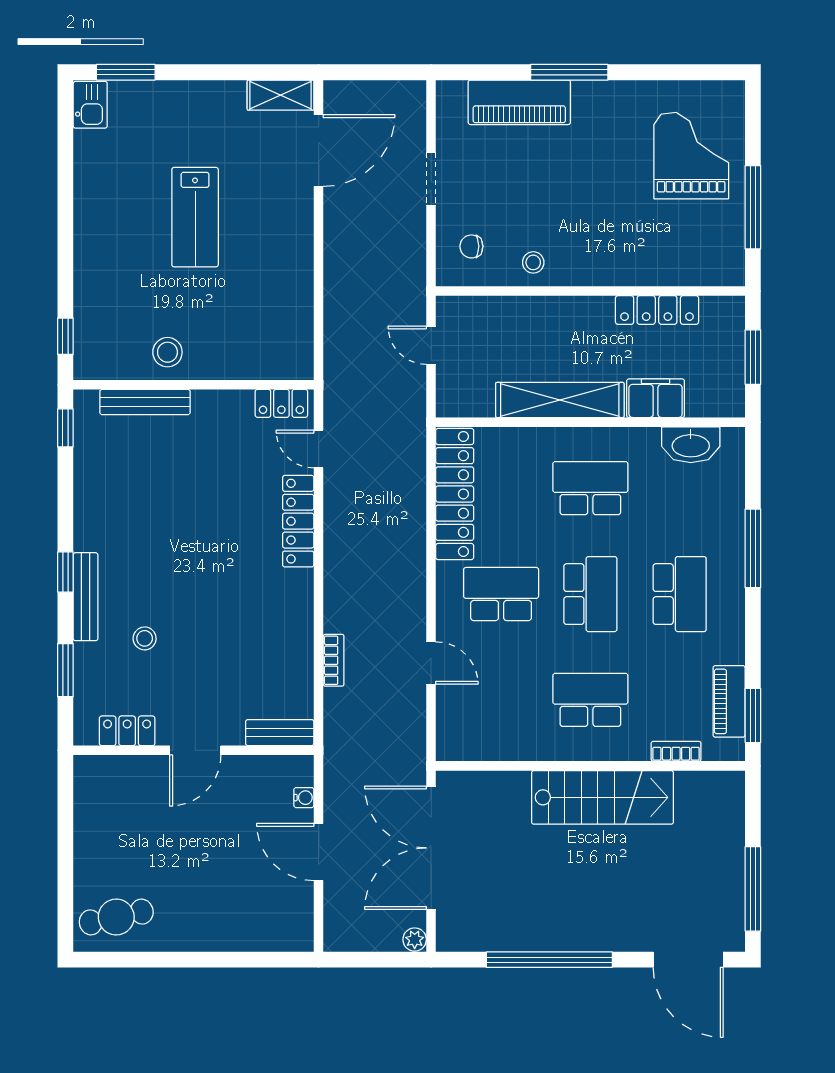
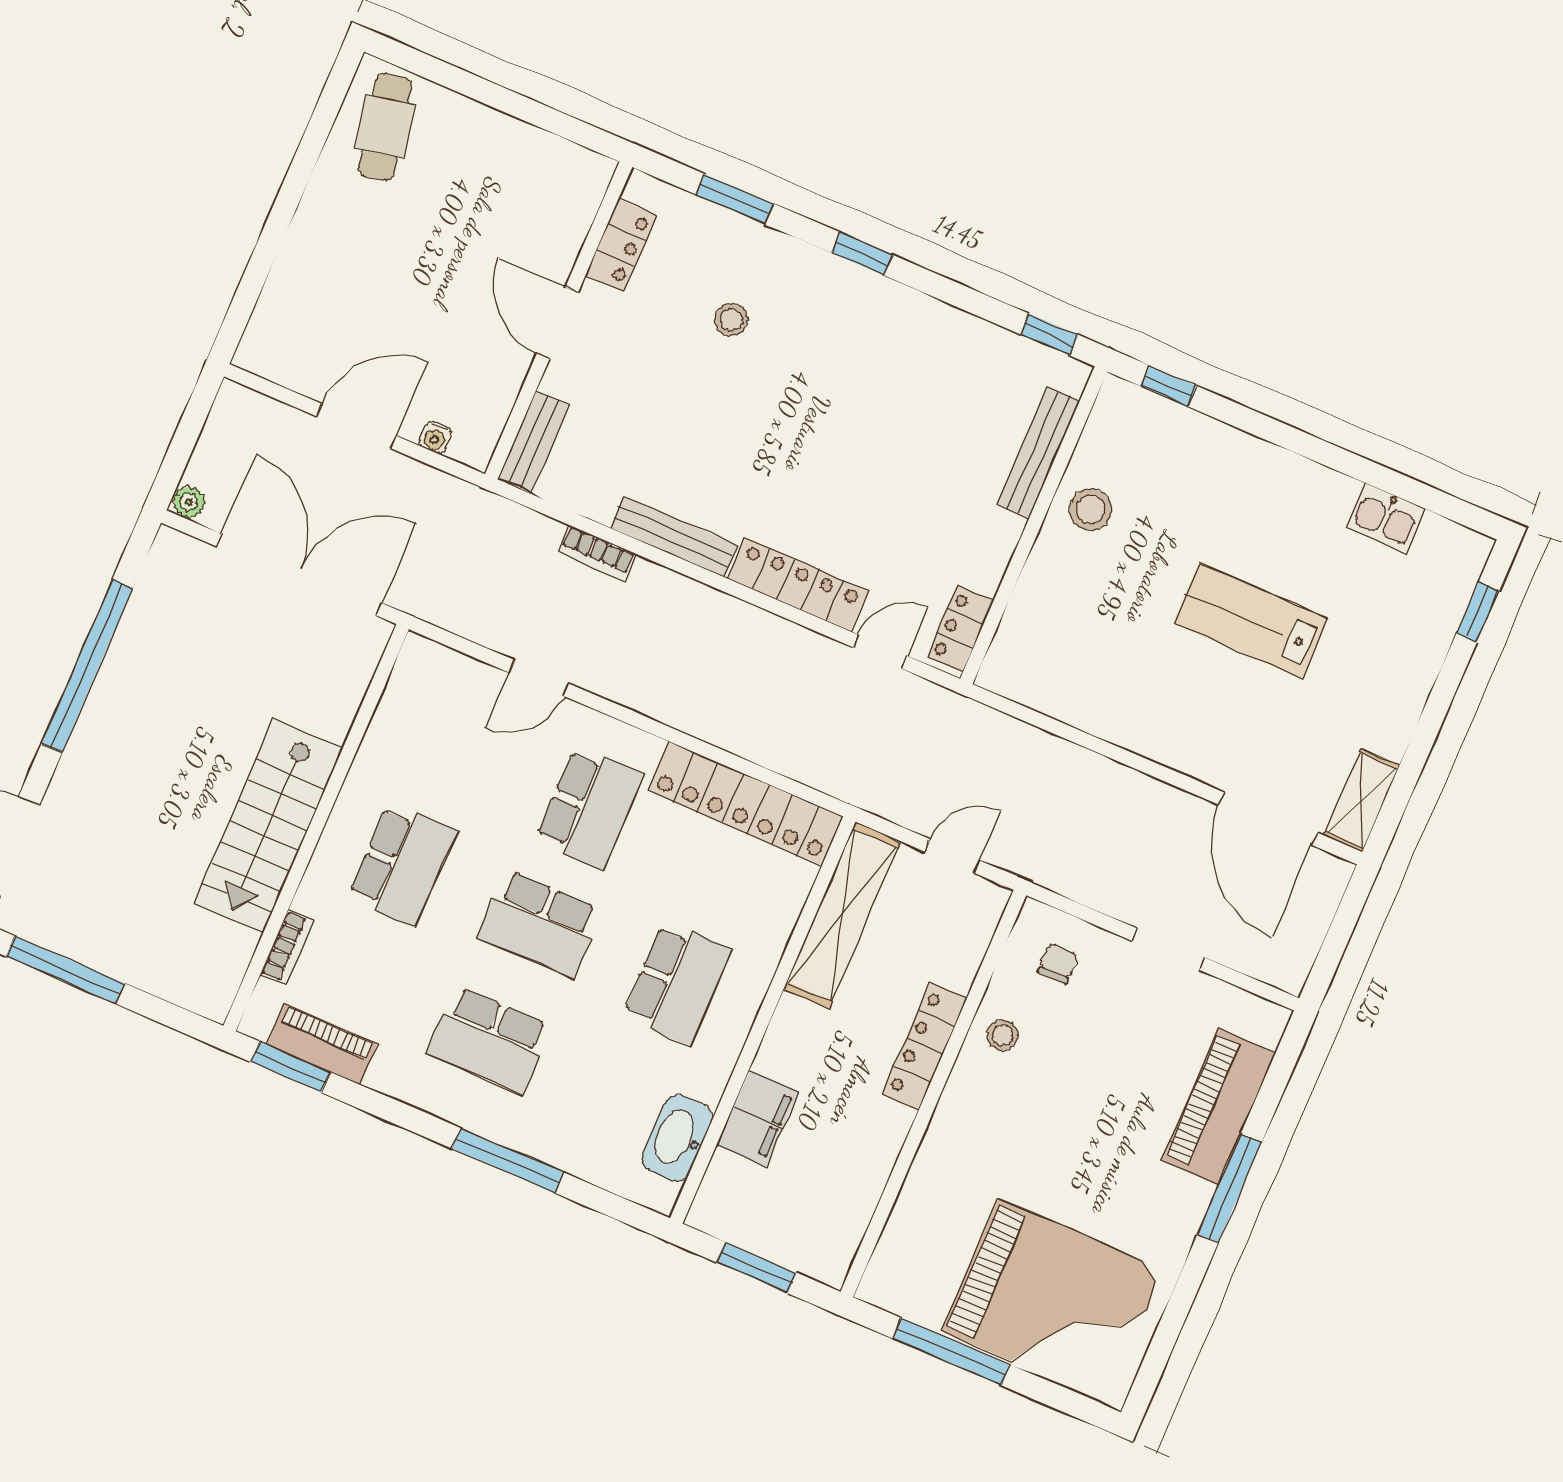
window: (126, 72) -> (1478, 612), width x0.67
kitchen sink: (90, 105) -> (1386, 518), moved
grand piano: (691, 156) -> (1053, 1300), width x1.37, depth x1.48
locker: (657, 310) -> (924, 1046), moved
shelving: (560, 400) -> (842, 915), moved
bench: (86, 597) -> (674, 537), moved

